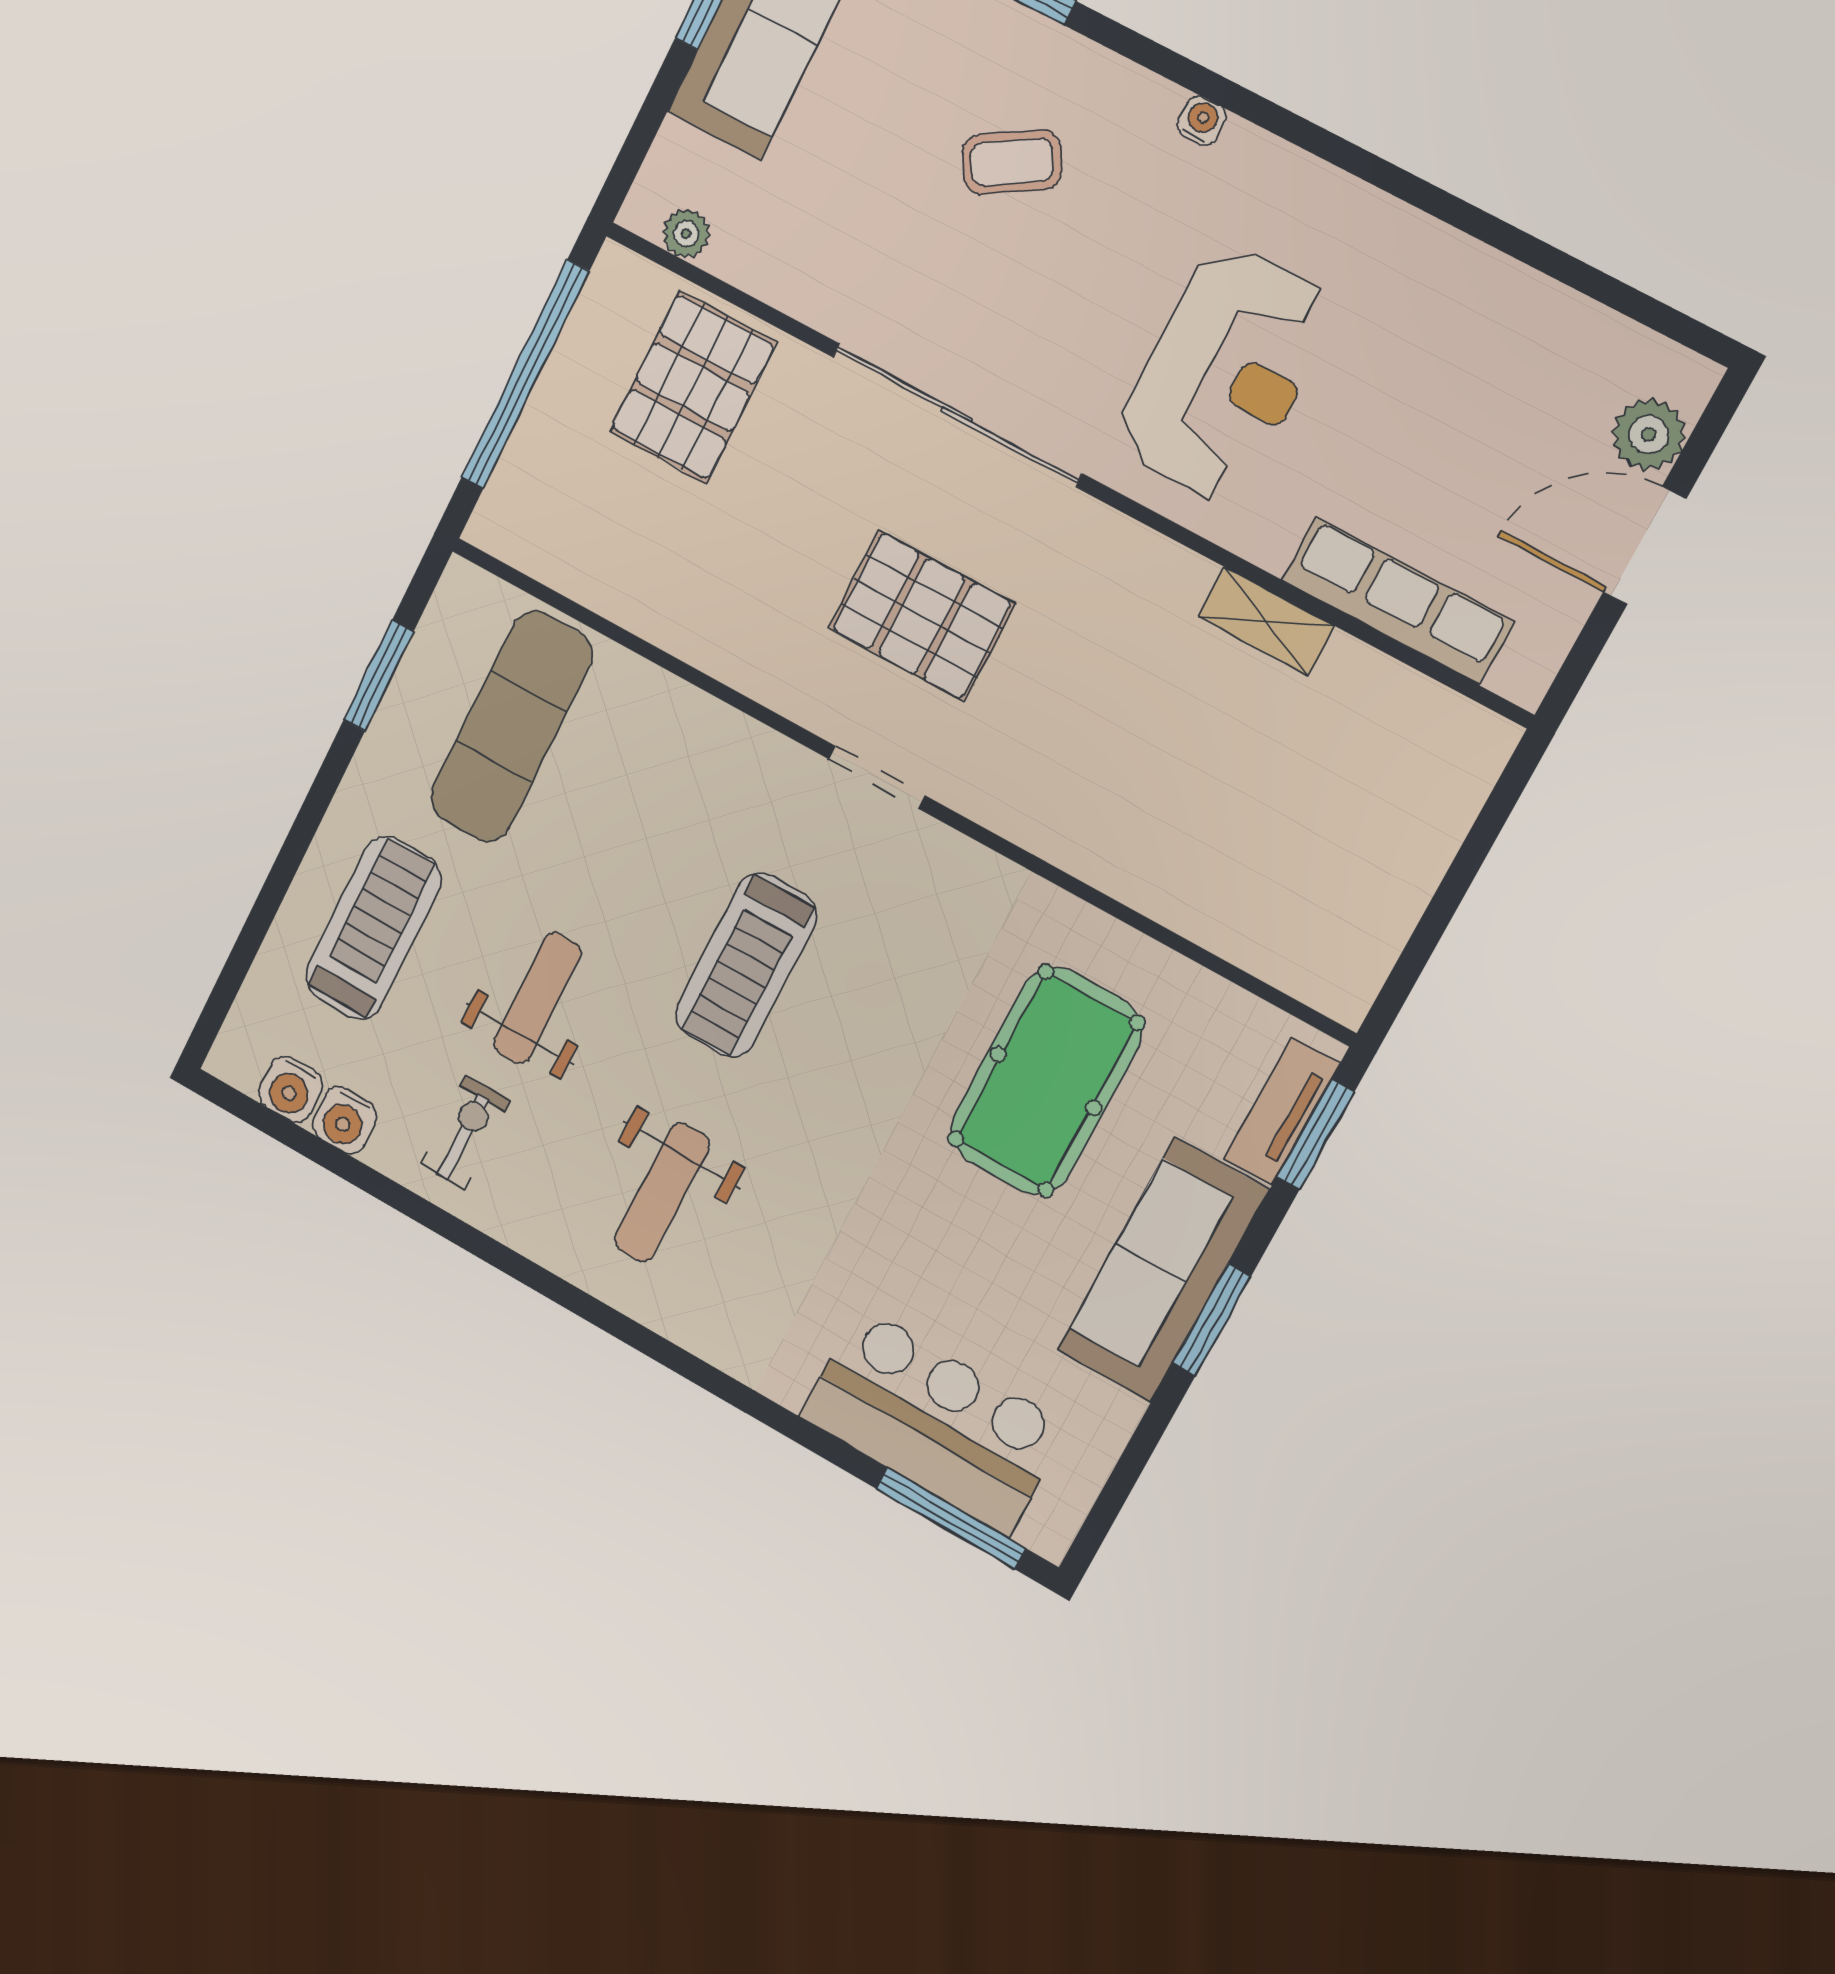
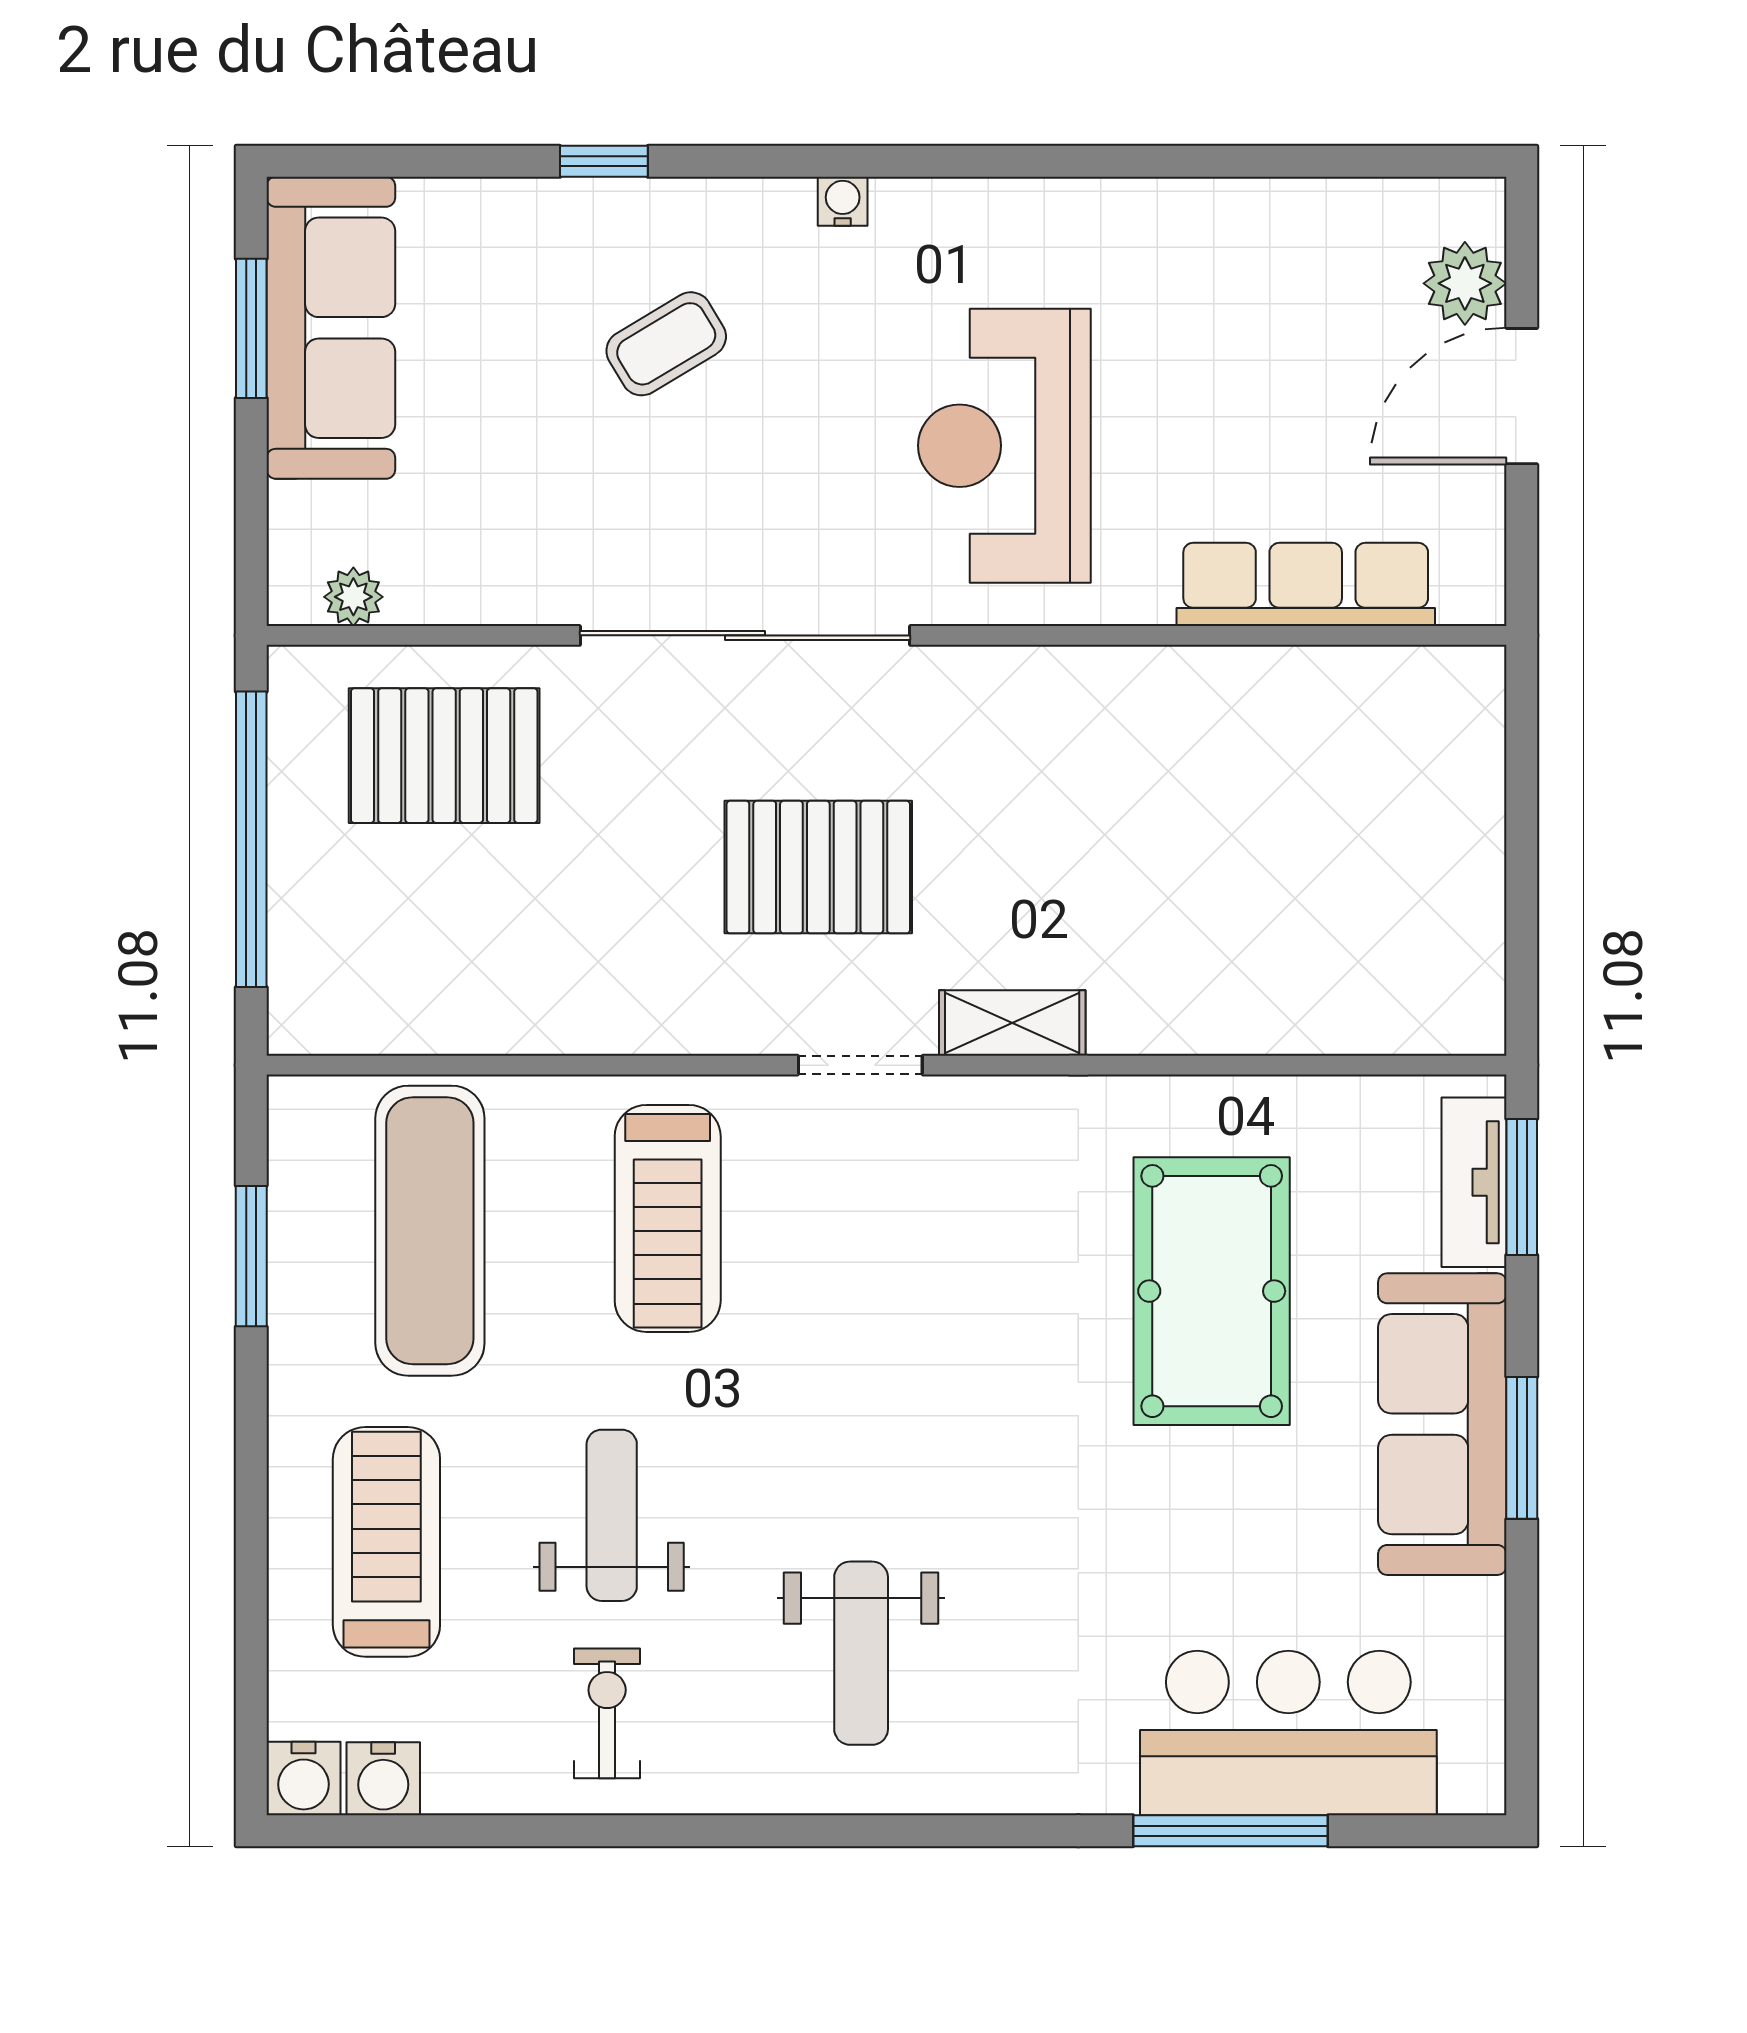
reception desk: (1225, 374) -> (1004, 446), turned 180
pallet: (693, 387) -> (444, 756), turned 90
shelving: (1266, 621) -> (1012, 1023), moved
treadmill: (746, 965) -> (668, 1218), moved
water cooler: (345, 1120) -> (304, 1779), moved
window: (951, 1518) -> (1231, 1831), moved

